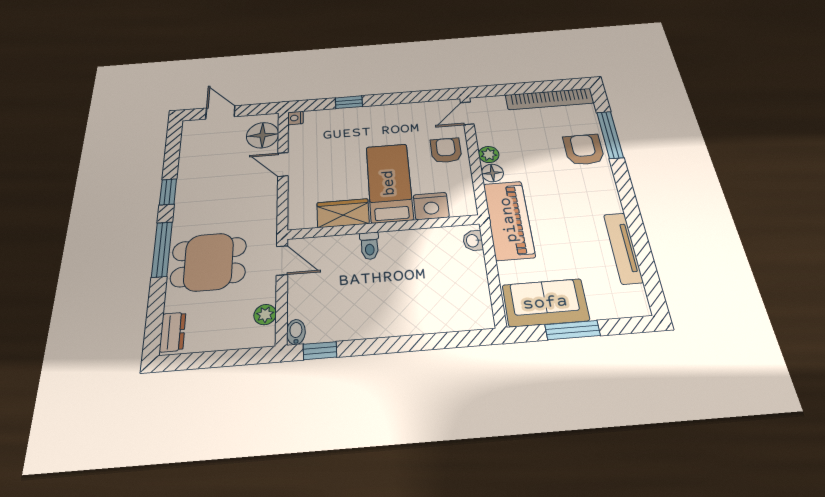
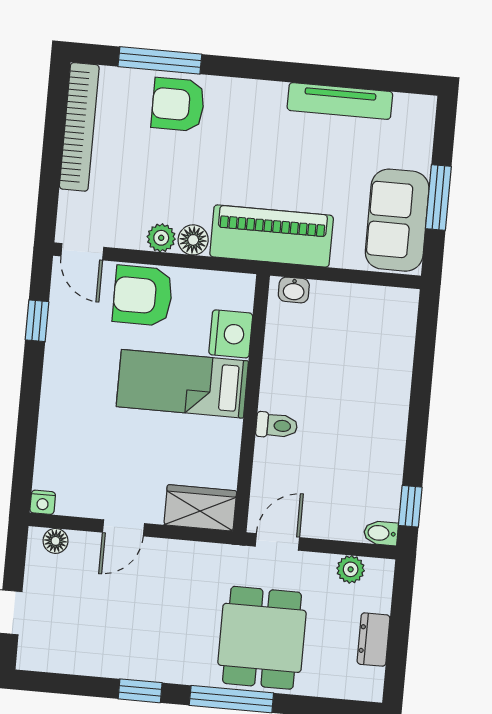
window: (349, 102) -> (37, 321), moved
floor lamp: (263, 135) -> (55, 541), width x0.53, depth x0.53
armchair: (446, 150) -> (143, 296), width x1.38, depth x1.38
wardrobe: (343, 213) -> (200, 508), moved, turned 90
dresser: (173, 332) -> (373, 640), moved, turned -90

